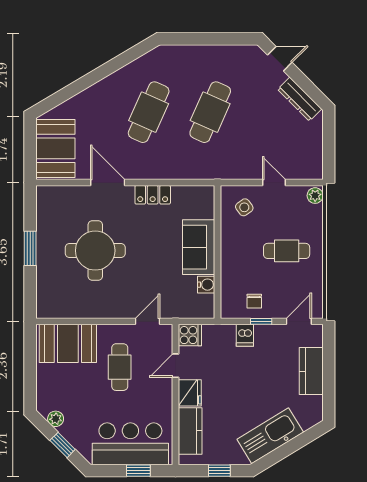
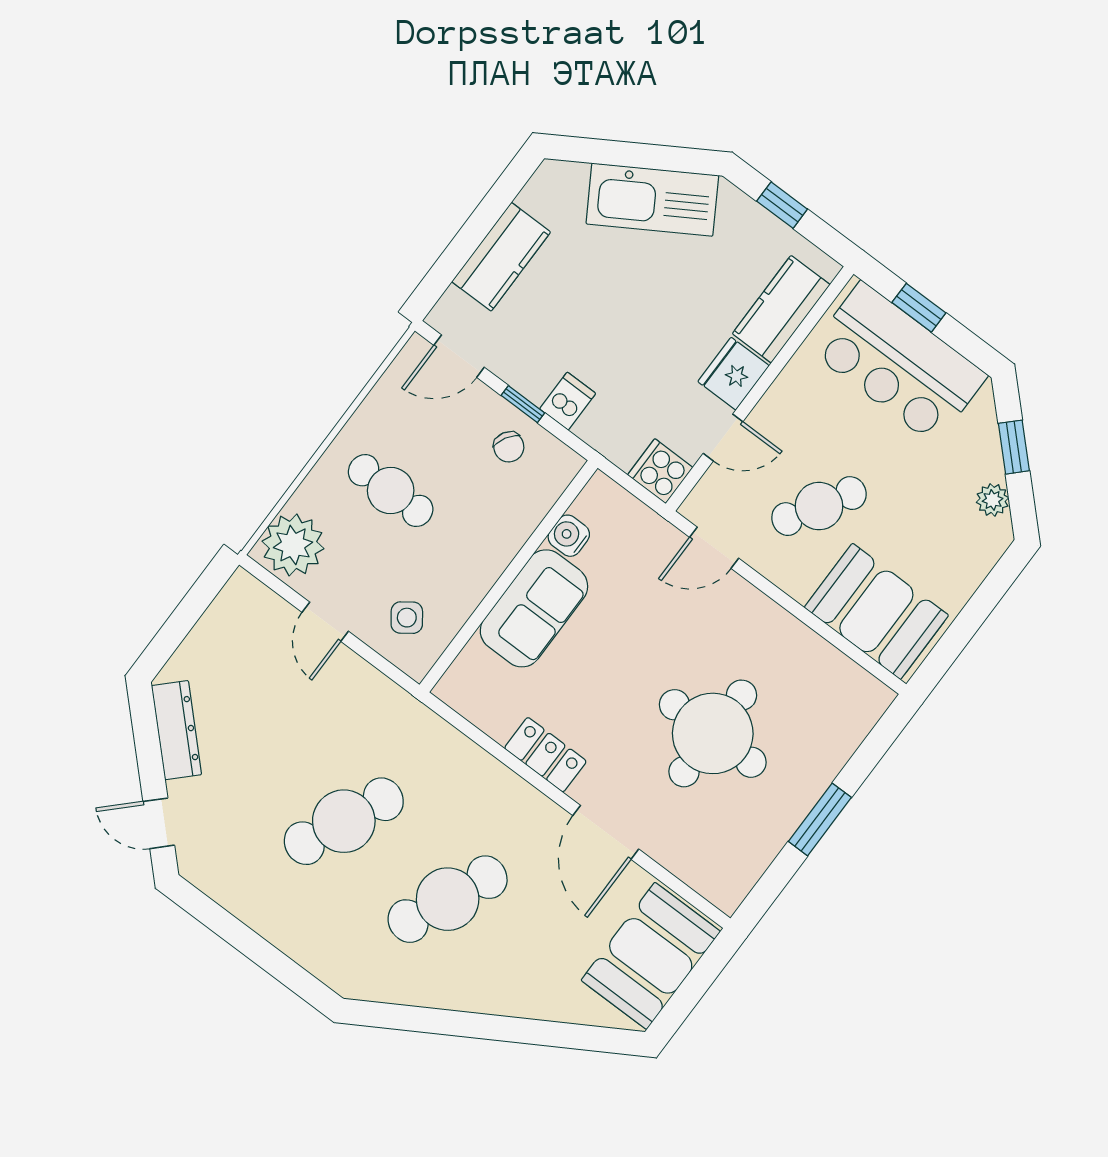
plant: (315, 196) -> (293, 545), width x1.87, depth x1.87
chair: (254, 301) -> (509, 447), turned 120
cafe table: (120, 367) -> (819, 506), turned 31

